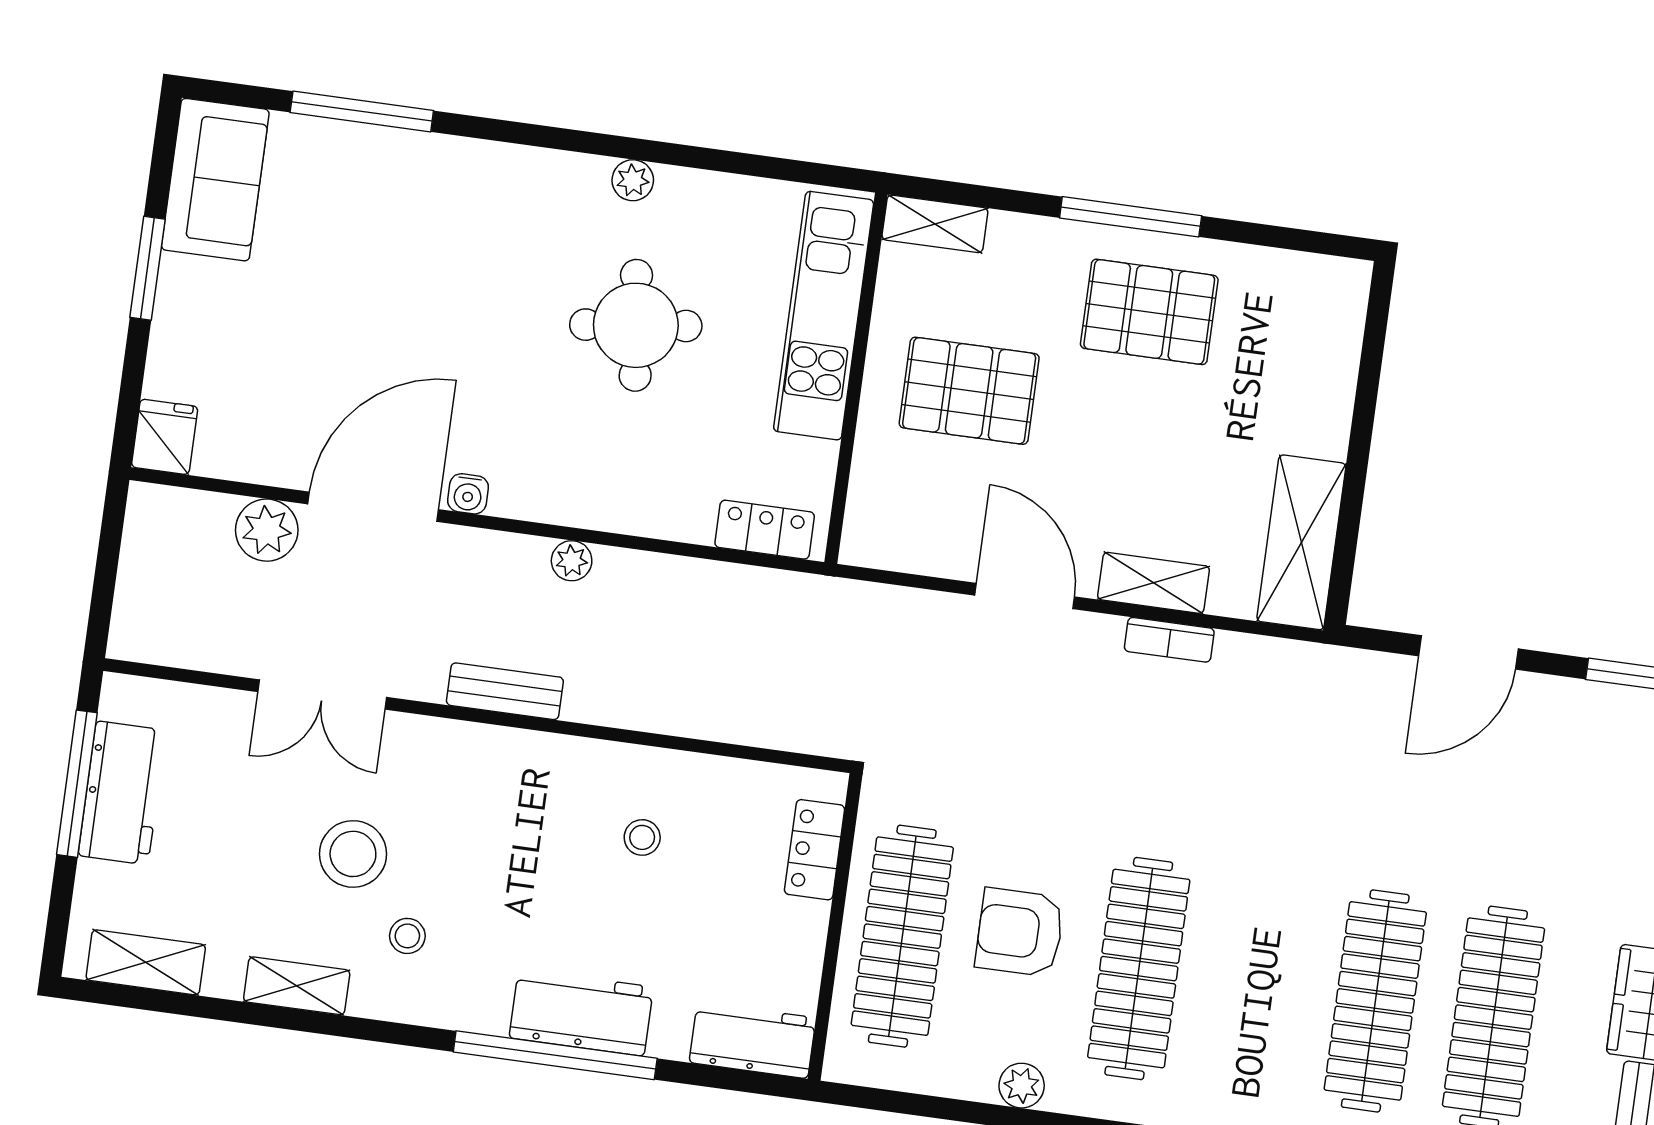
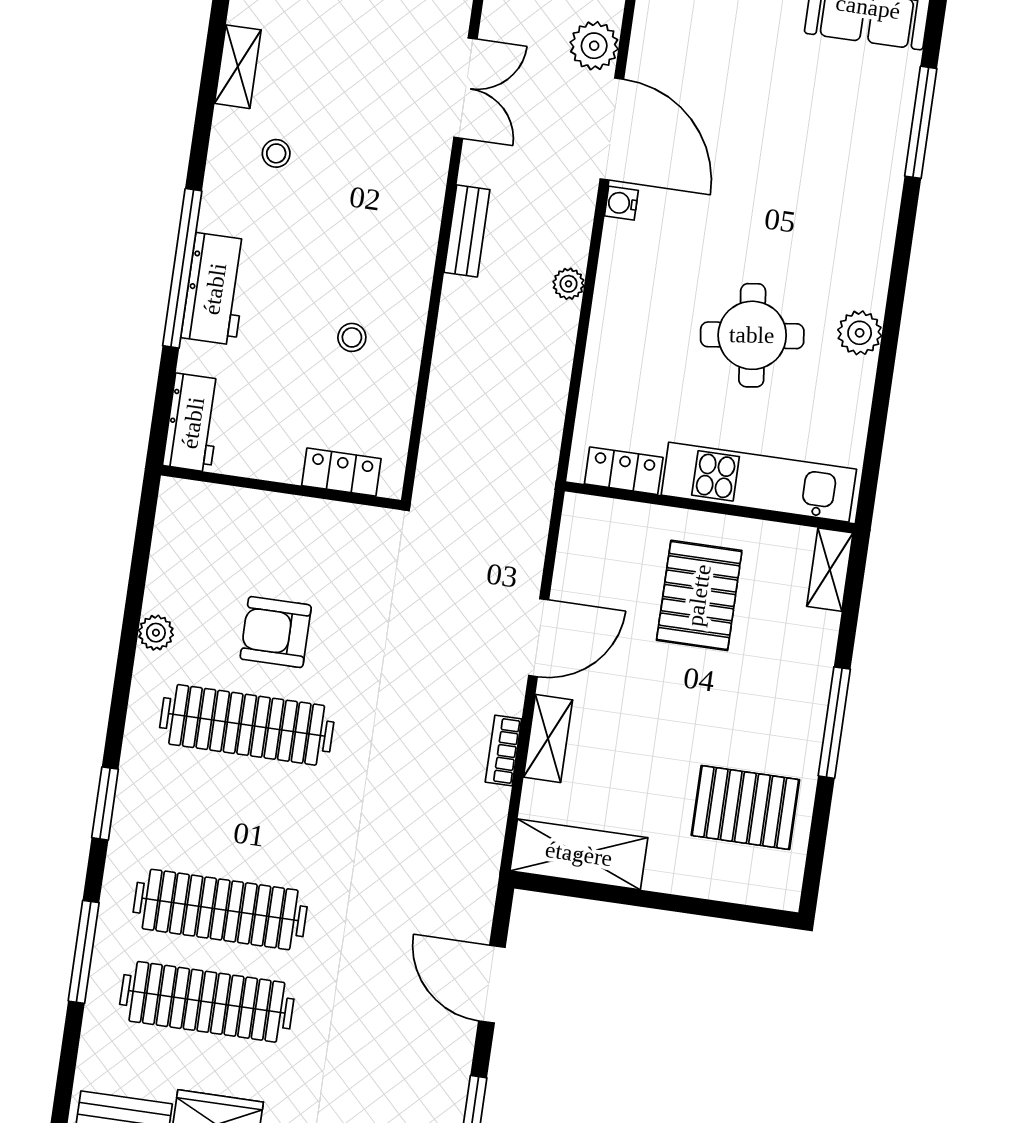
plant: (633, 180) -> (860, 333), width x1.38, depth x1.38
pallet: (1149, 312) -> (745, 808), moved, turned 90
locker: (765, 530) -> (624, 471), moved, turned -90
double door: (322, 694) -> (465, 88), swing flipped
stool: (353, 854) -> (341, 111), removed
armchair: (1020, 932) -> (276, 632), turned -90
clothes rail: (902, 936) -> (273, 540), removed

